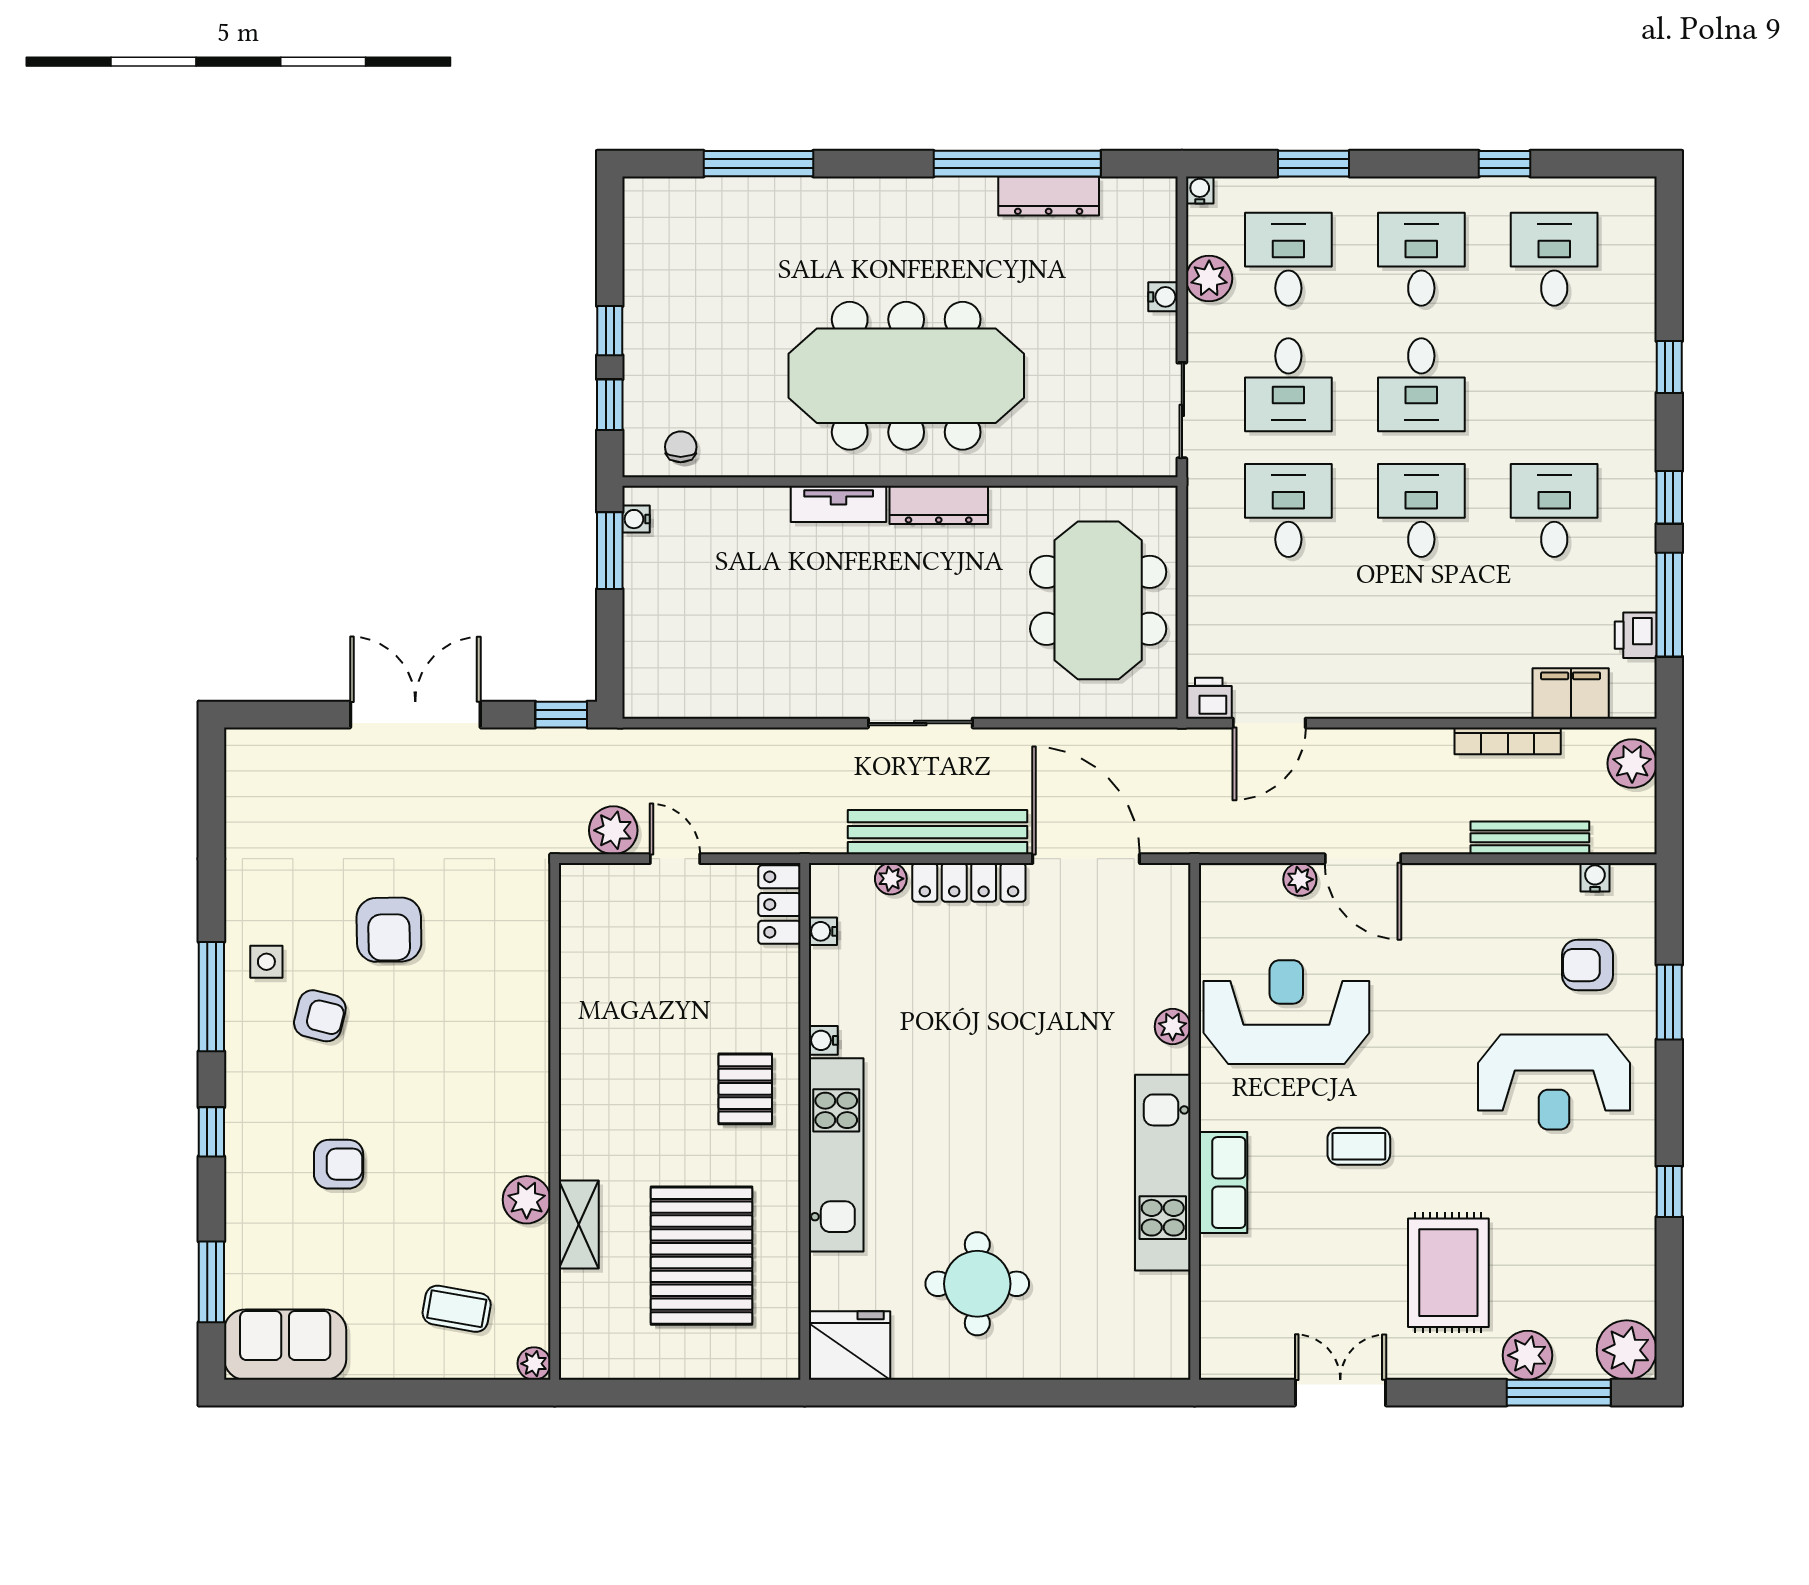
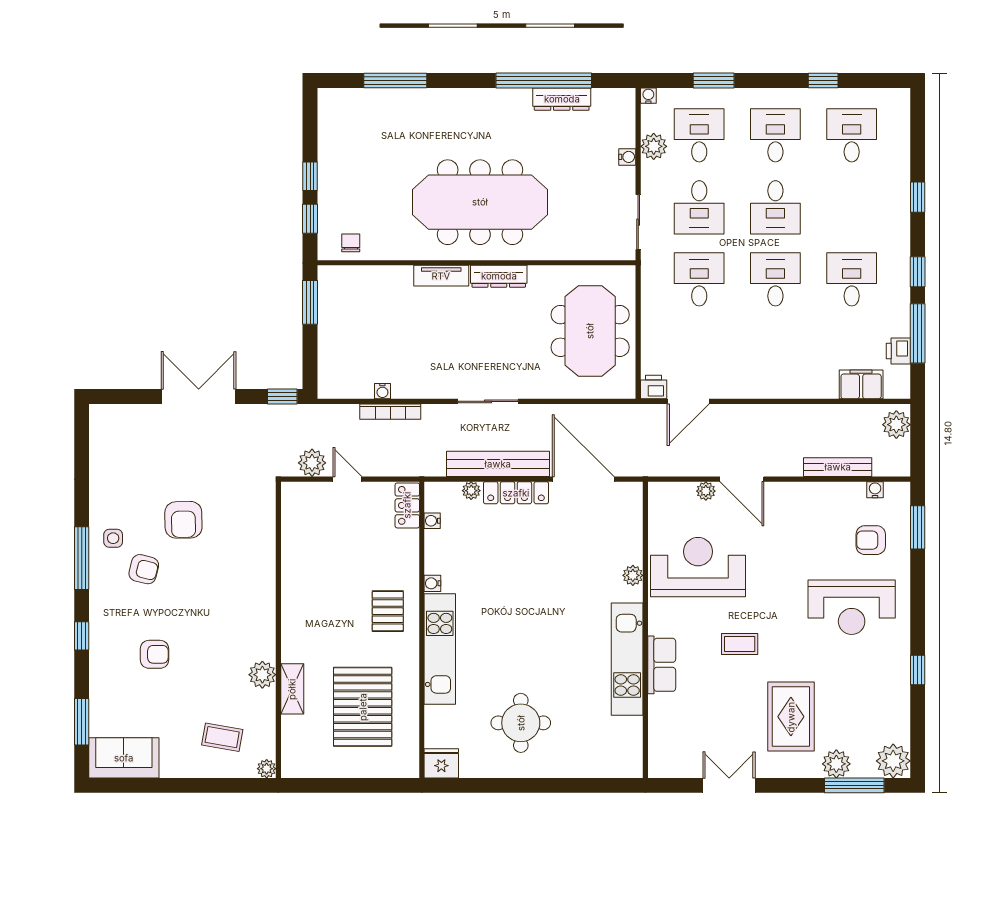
water cooler: (636, 519) -> (382, 391), moved, turned -90
bookcase: (1508, 741) -> (390, 412), moved
window: (1669, 1002) -> (918, 527), moved
fridge: (850, 1346) -> (441, 763), width x0.73, depth x0.75

